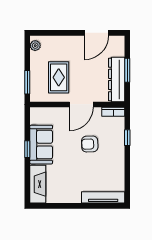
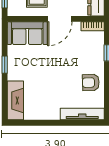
armchair: (90, 144) -> (91, 83), moved
sofa: (41, 145) -> (27, 33), moved, turned 90

